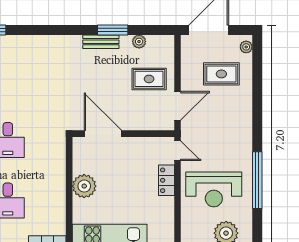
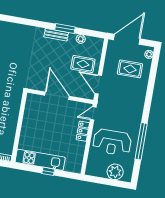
door: (178, 106) -> (98, 85), swing flipped
door: (103, 134) -> (57, 96), moved
door: (178, 151) -> (93, 113), swing flipped
plant: (84, 186) -> (29, 126), removed

